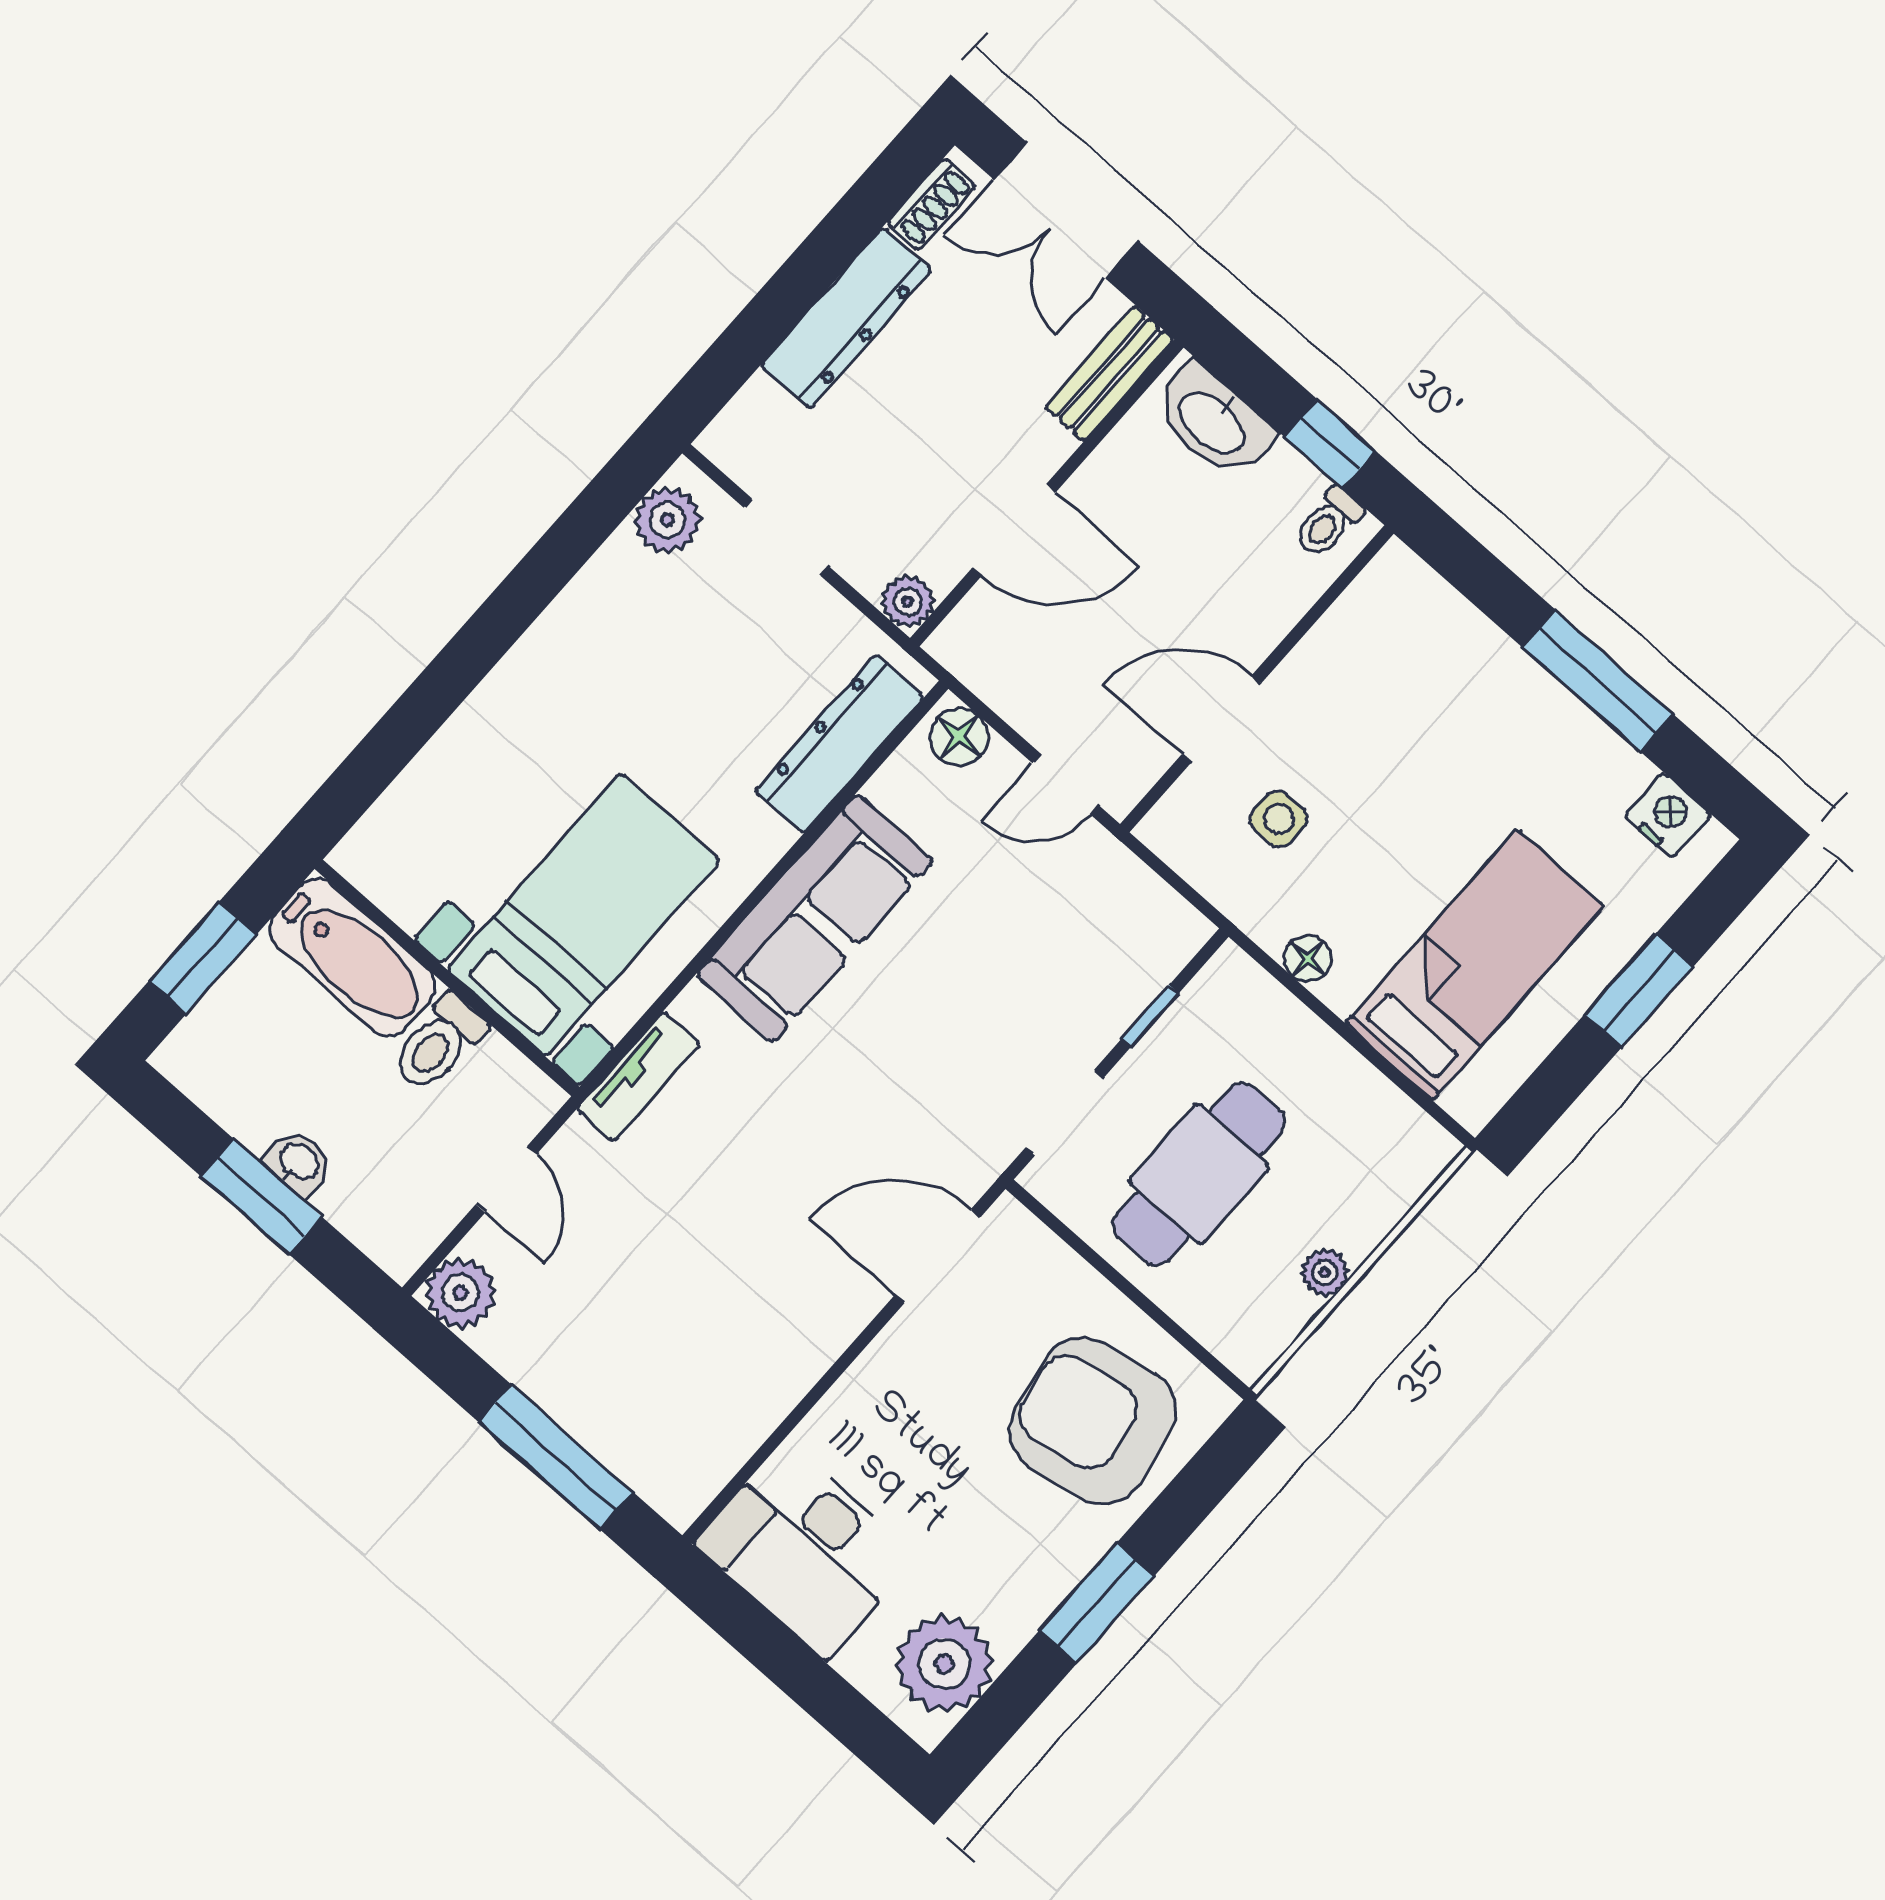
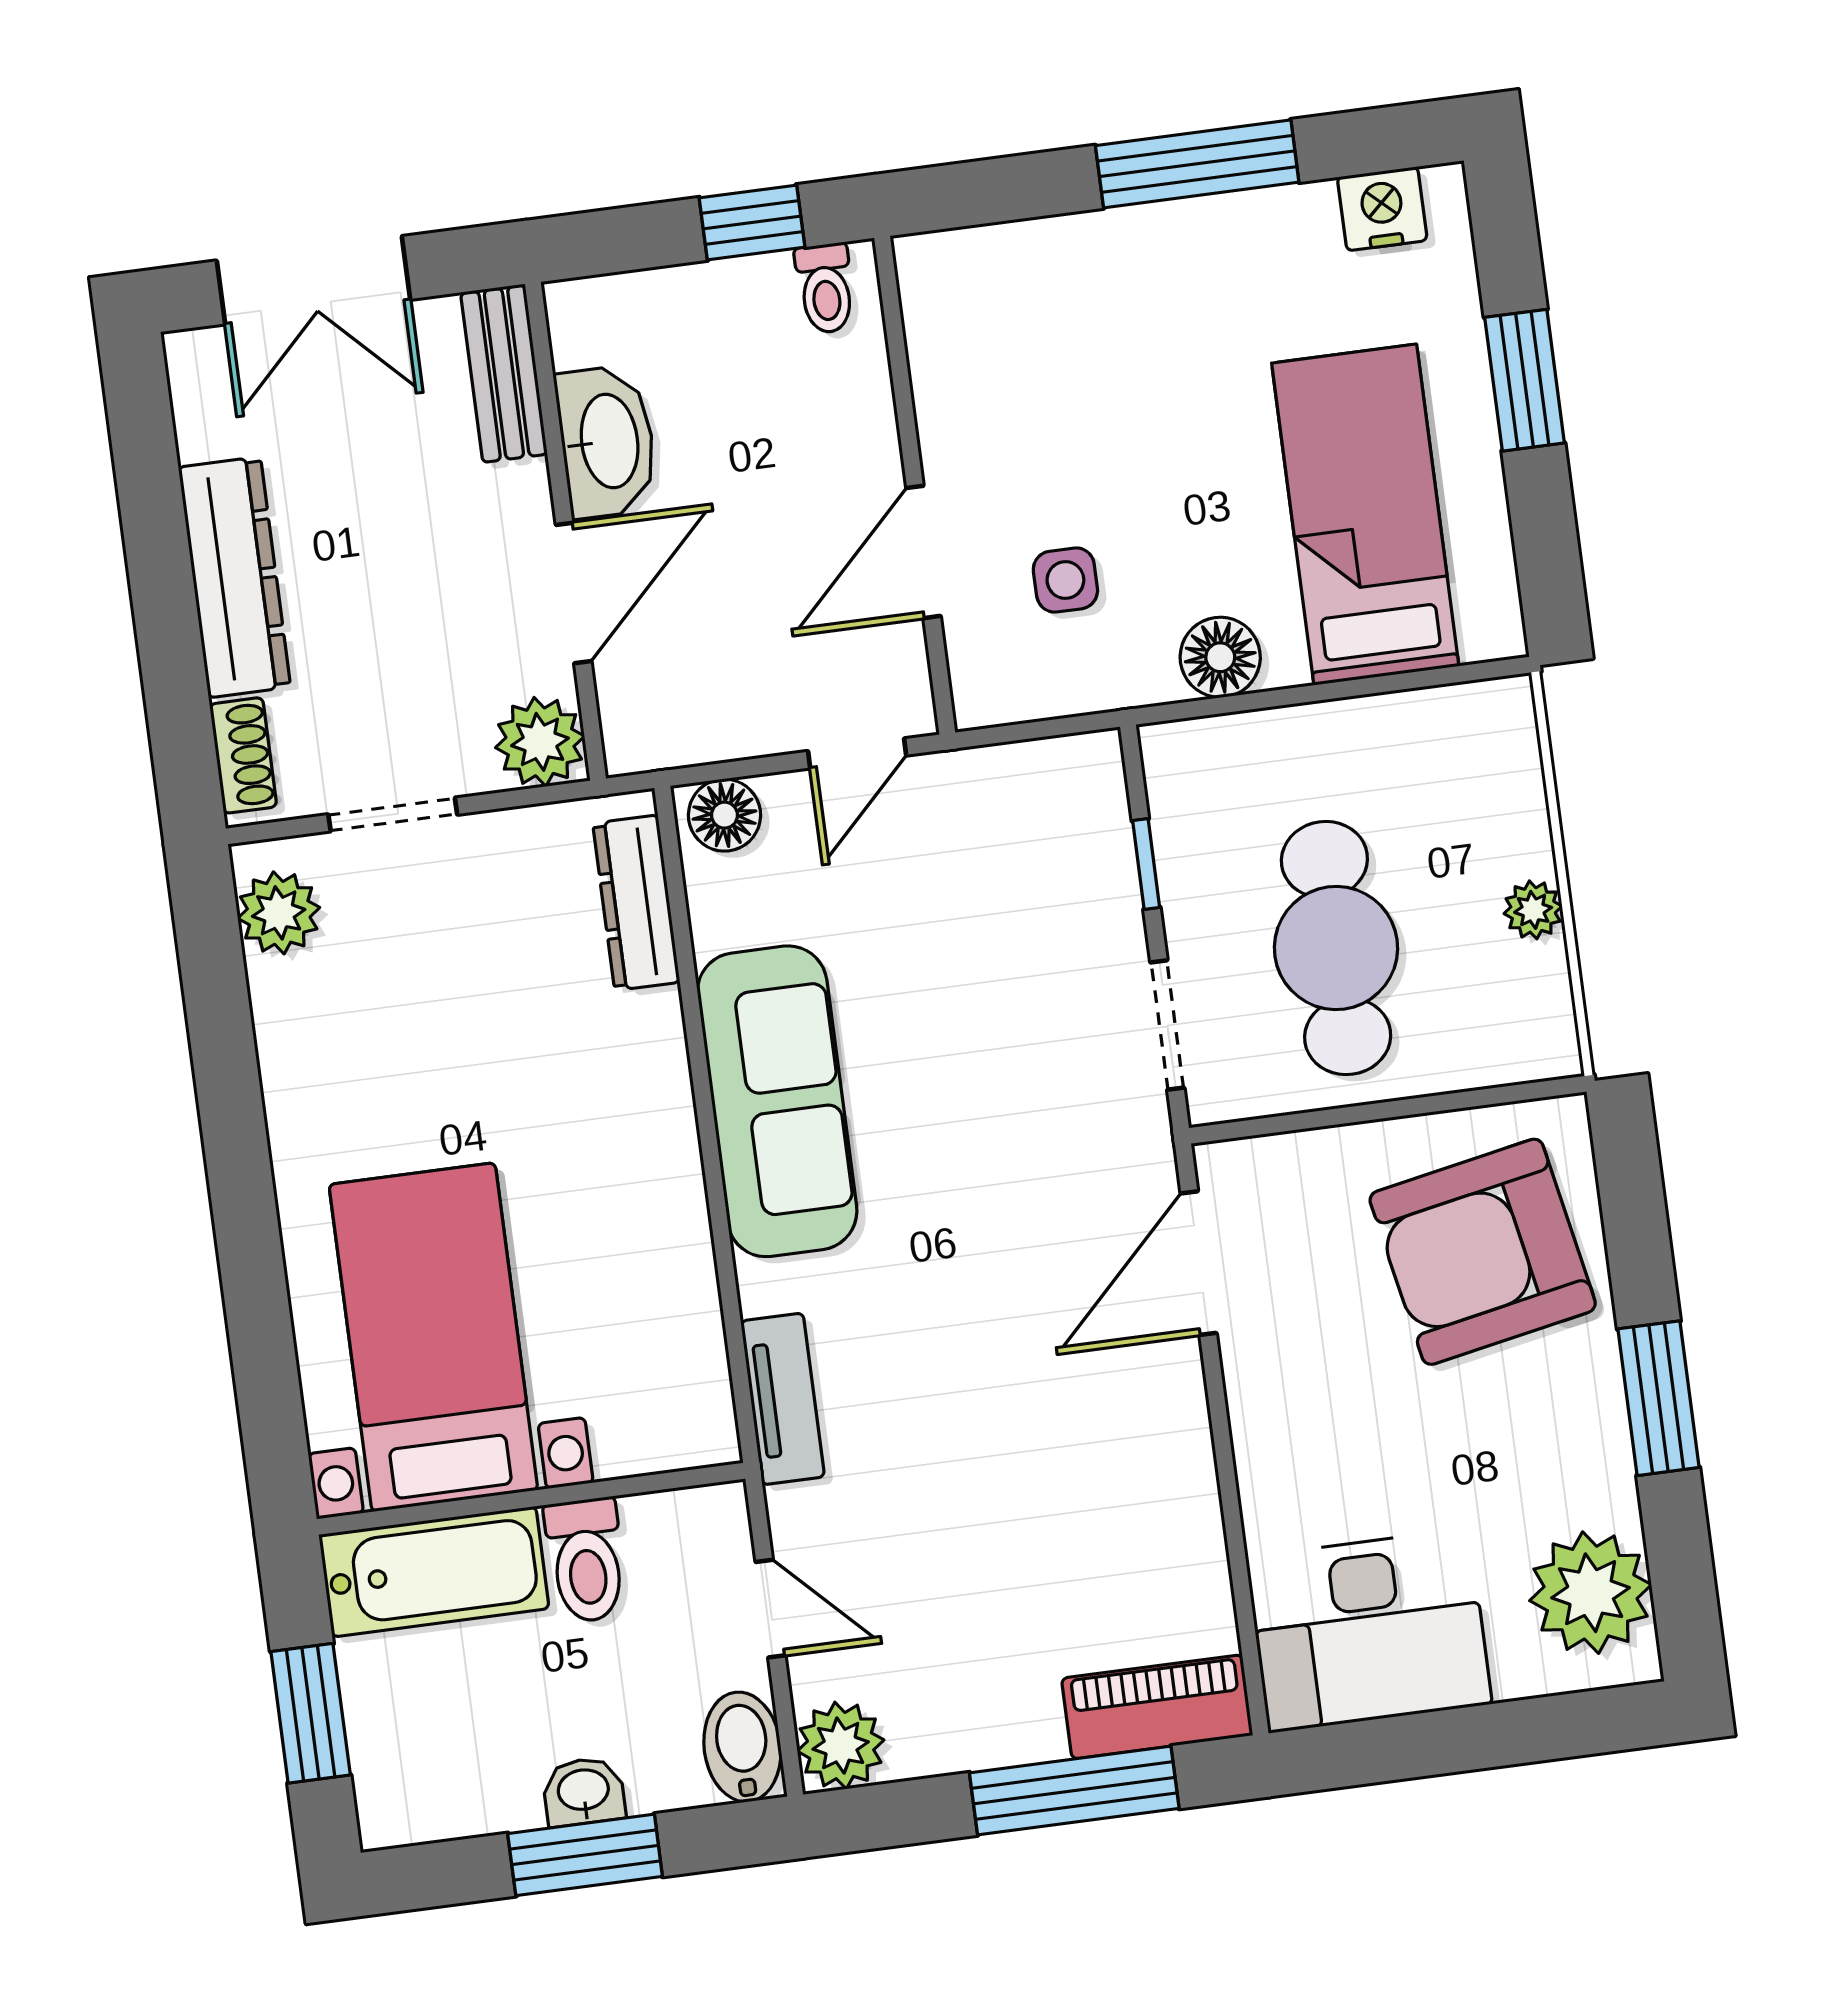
shoe rack: (931, 204) -> (243, 755), moved
washbasin: (1213, 421) -> (607, 441), moved, turned -90
plant: (908, 601) -> (540, 742), width x1.38, depth x1.38
dresser: (839, 744) -> (636, 903), width x0.73, depth x0.80
bed with nightstands: (584, 915) -> (433, 1337), moved
floor lamp: (1308, 959) -> (1220, 657), width x1.37, depth x1.37
bidet: (408, 1235) -> (742, 1747), added
piano: (649, 1463) -> (1157, 1707), added

